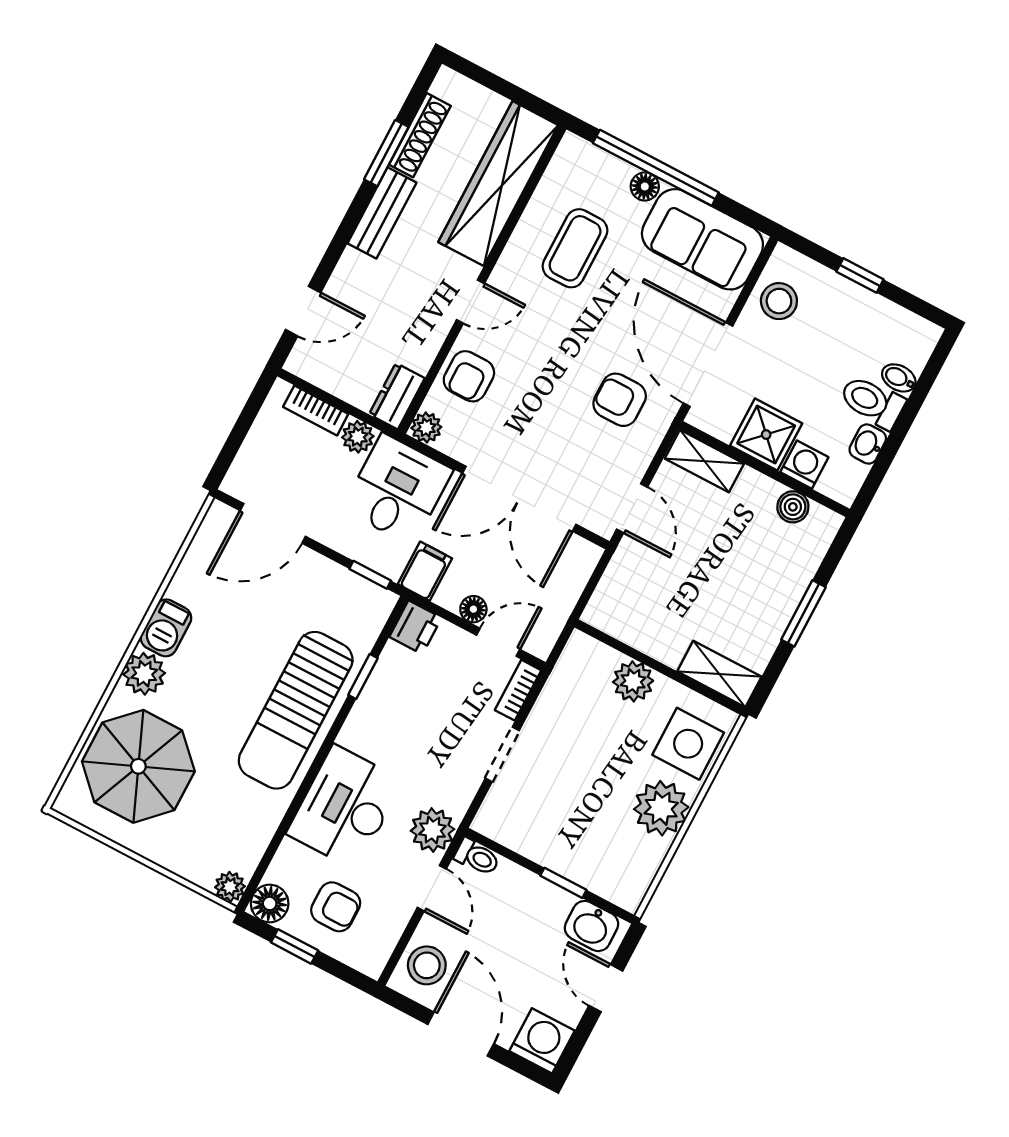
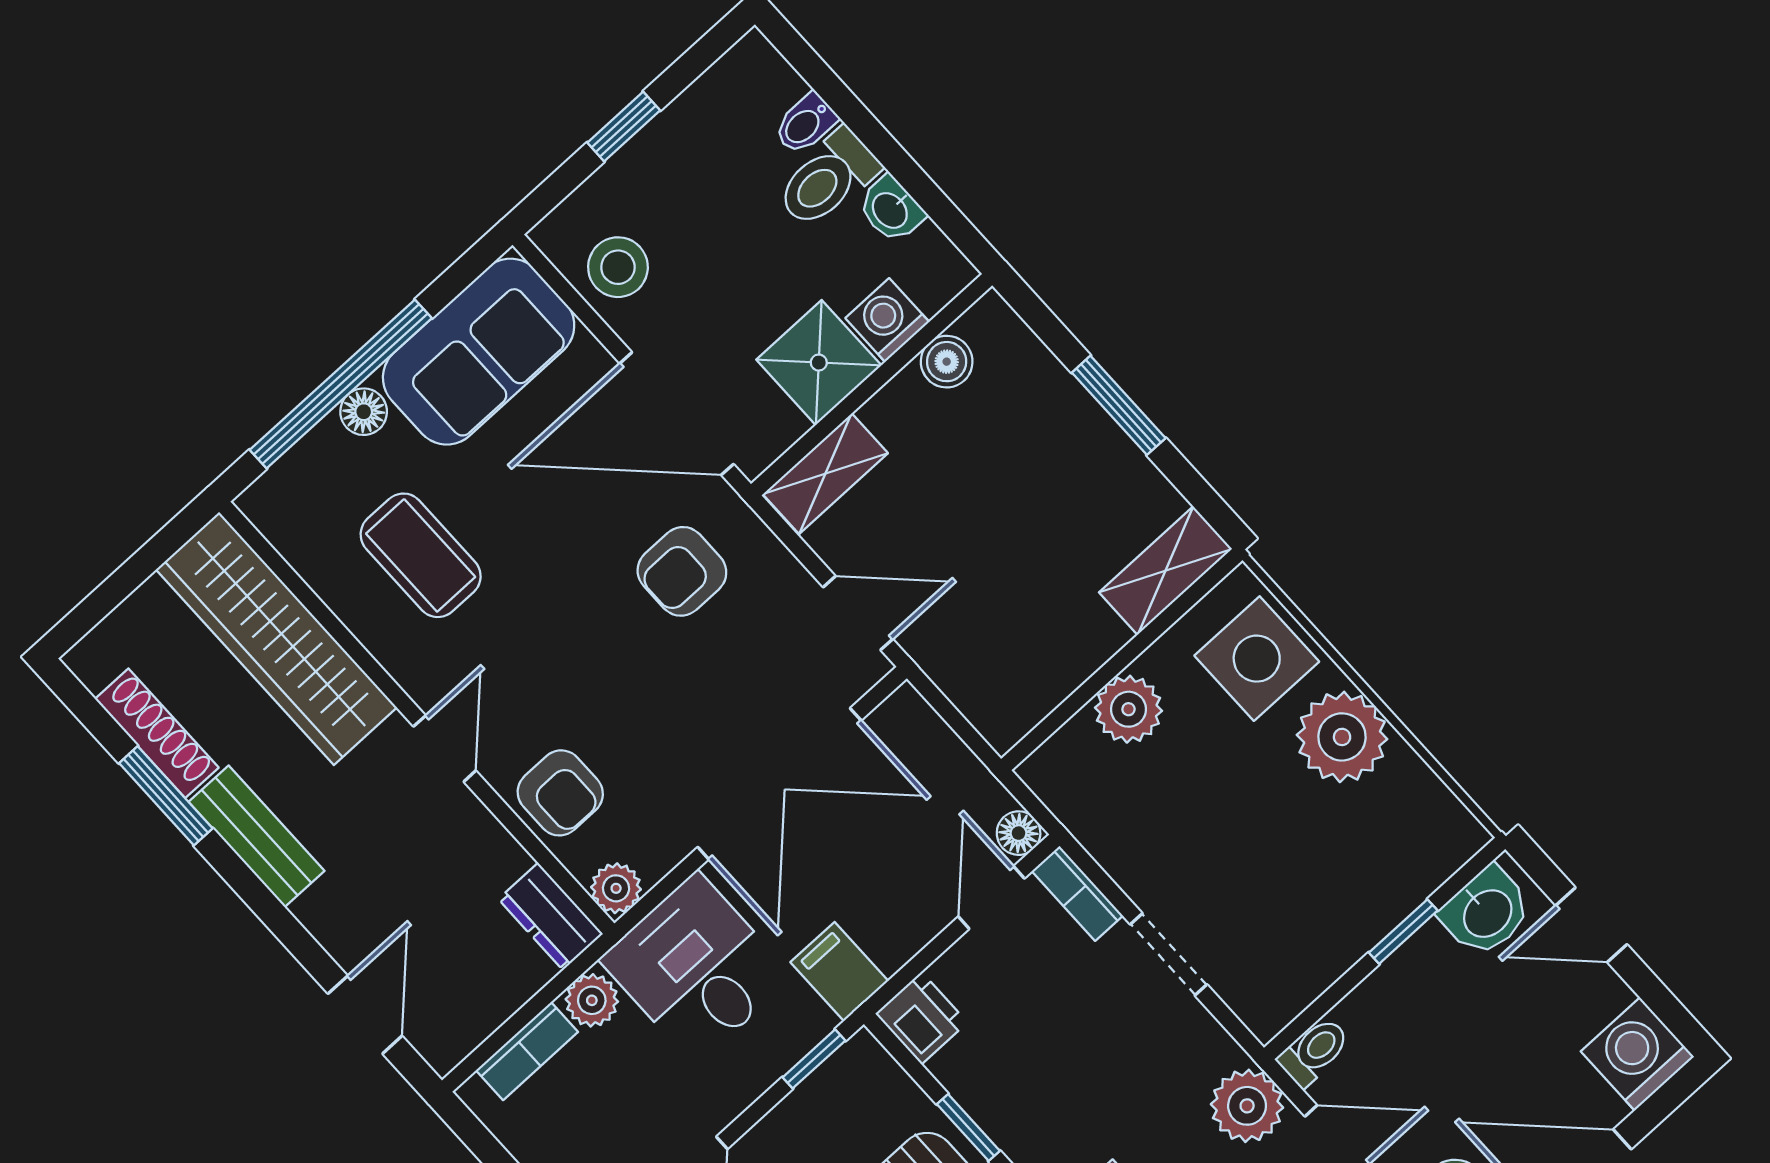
floor lamp: (473, 609) -> (1019, 833), moved

